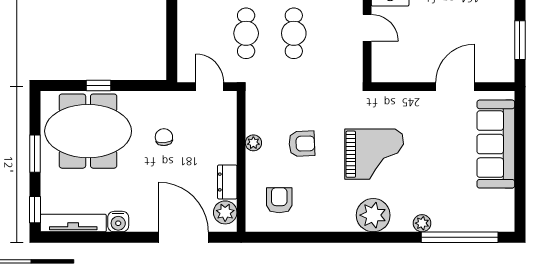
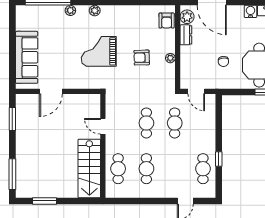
armchair: (279, 200) -> (167, 20), moved
plant: (373, 215) -> (95, 11), width x0.53, depth x0.53

